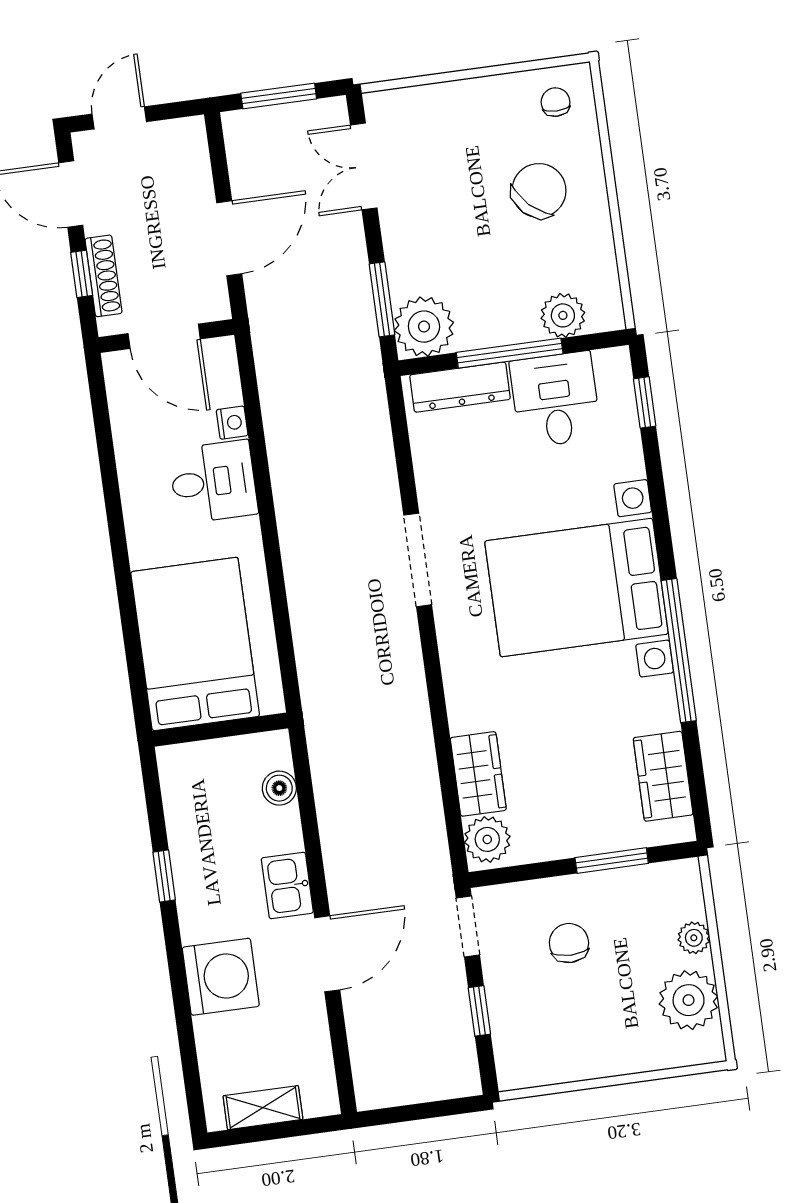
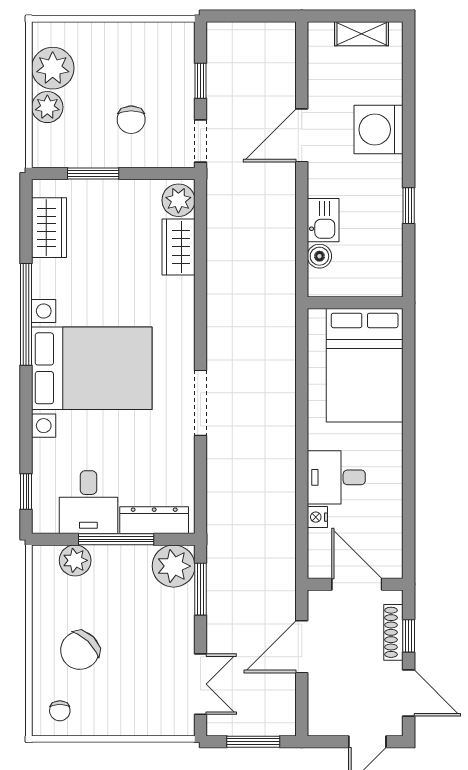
kitchen sink: (287, 885) -> (323, 220), moved
plant: (694, 938) -> (47, 107), width x1.38, depth x1.38

